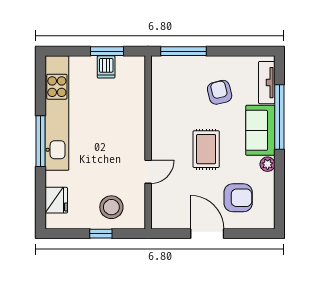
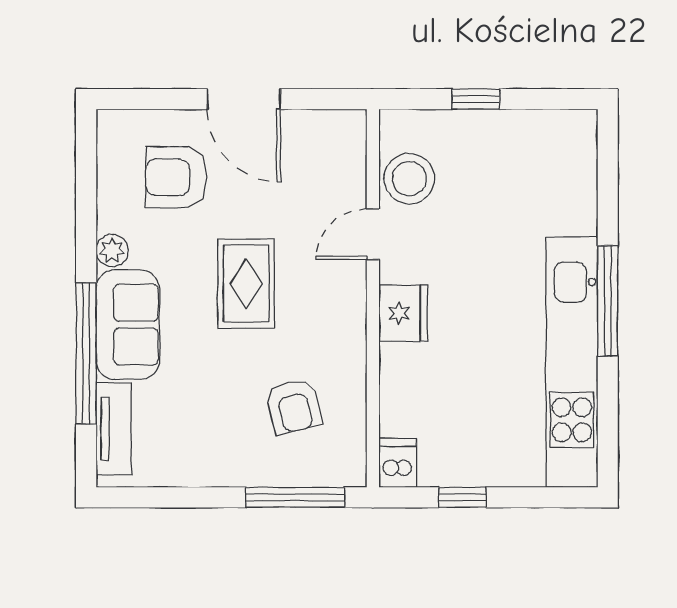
window: (107, 51) -> (463, 497), width x0.67
dishwasher: (106, 67) -> (398, 463), moved
armchair: (220, 92) -> (294, 406), moved
fridge: (56, 200) -> (403, 313), moved, turned 180
stool: (111, 207) -> (409, 179), moved

